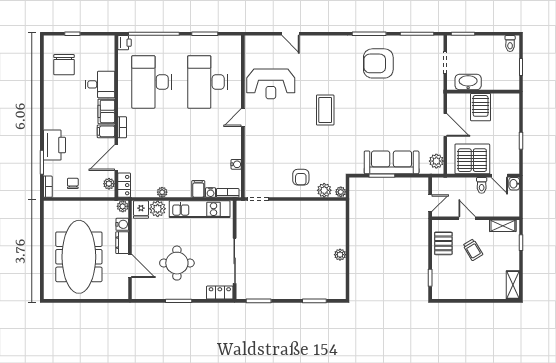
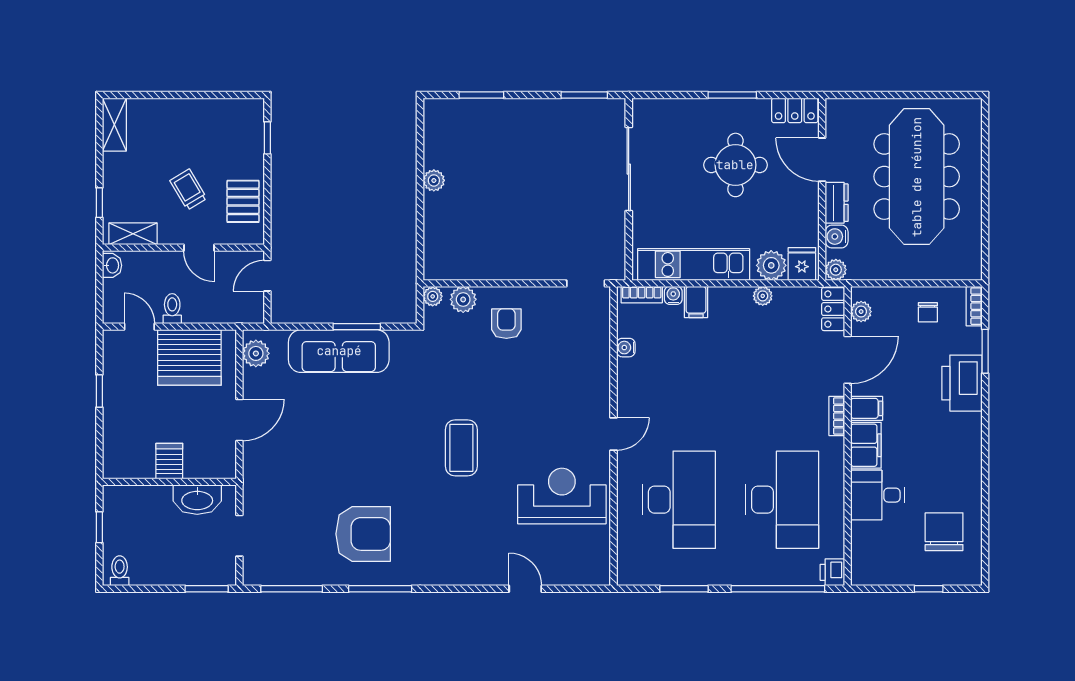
server rack: (481, 107) -> (169, 461), width x0.73, depth x0.70
door: (445, 125) -> (239, 420), swing flipped
washbasin: (514, 184) -> (112, 265), moved
locker: (220, 293) -> (795, 110), moved

